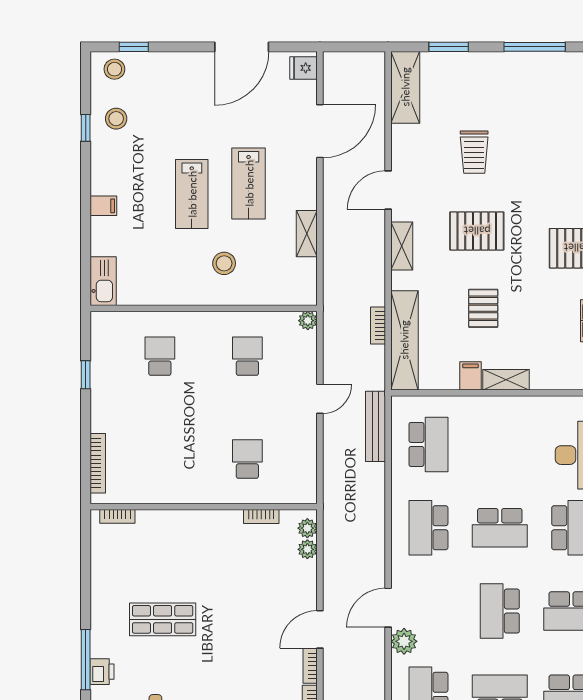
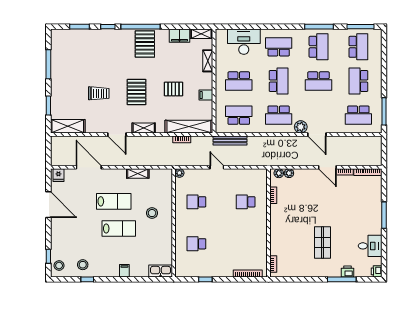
shelving: (506, 380) -> (208, 61), moved
school desk: (500, 444) -> (239, 81), added
plant: (404, 641) -> (301, 127), moved

